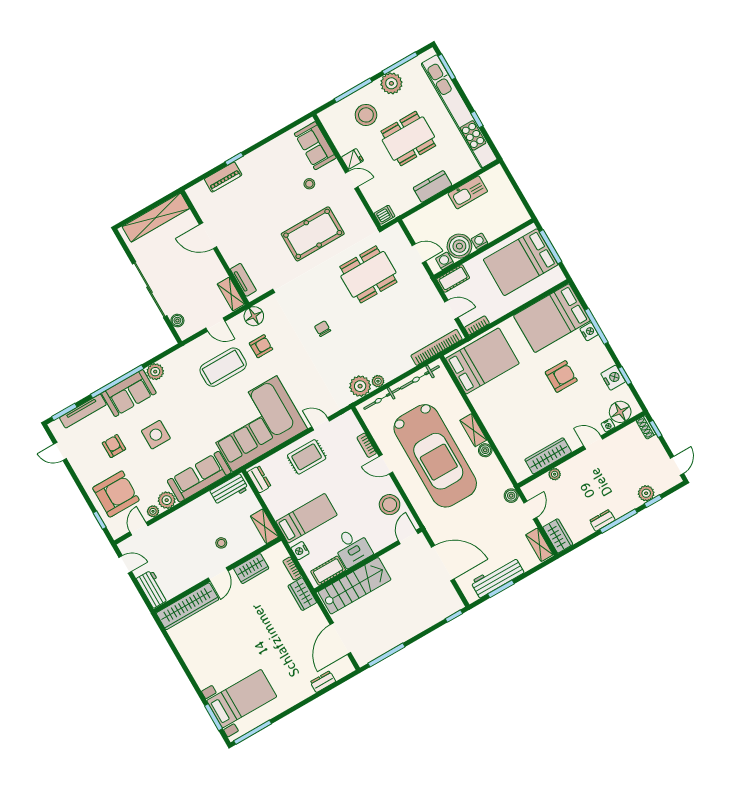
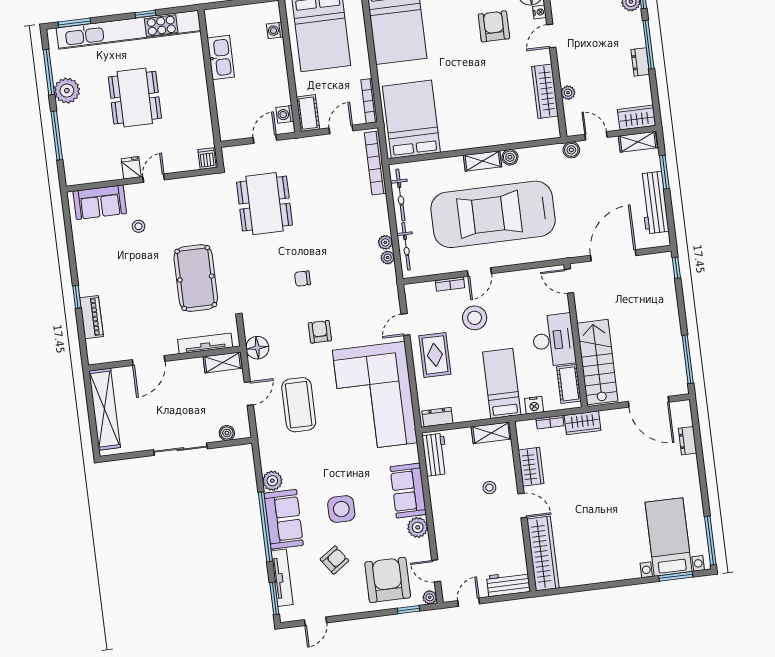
stool: (366, 115) -> (90, 133), removed
kitchen counter: (432, 186) -> (198, 93), removed
pool table: (313, 234) -> (196, 278), moved
washing machine: (479, 241) -> (275, 30), moved
boiler: (459, 246) -> (276, 91), removed
tv unit: (243, 280) -> (205, 343), width x1.41
sliding door: (150, 290) -> (181, 449), width x0.73
bookcase: (477, 325) -> (369, 101), width x1.56
armchair: (261, 346) -> (320, 332), moved
armchair: (561, 376) -> (494, 26), moved
plant: (360, 386) -> (388, 258), width x0.53, depth x0.53
armchair: (114, 446) -> (334, 560), turned 145
car: (435, 456) -> (493, 214), turned 180
sofa: (199, 477) -> (408, 491), width x0.73
stool: (390, 505) -> (475, 318), moved
plant: (153, 511) -> (430, 597), moved
desk: (352, 547) -> (554, 340), width x1.37
window: (501, 589) -> (664, 172), moved

